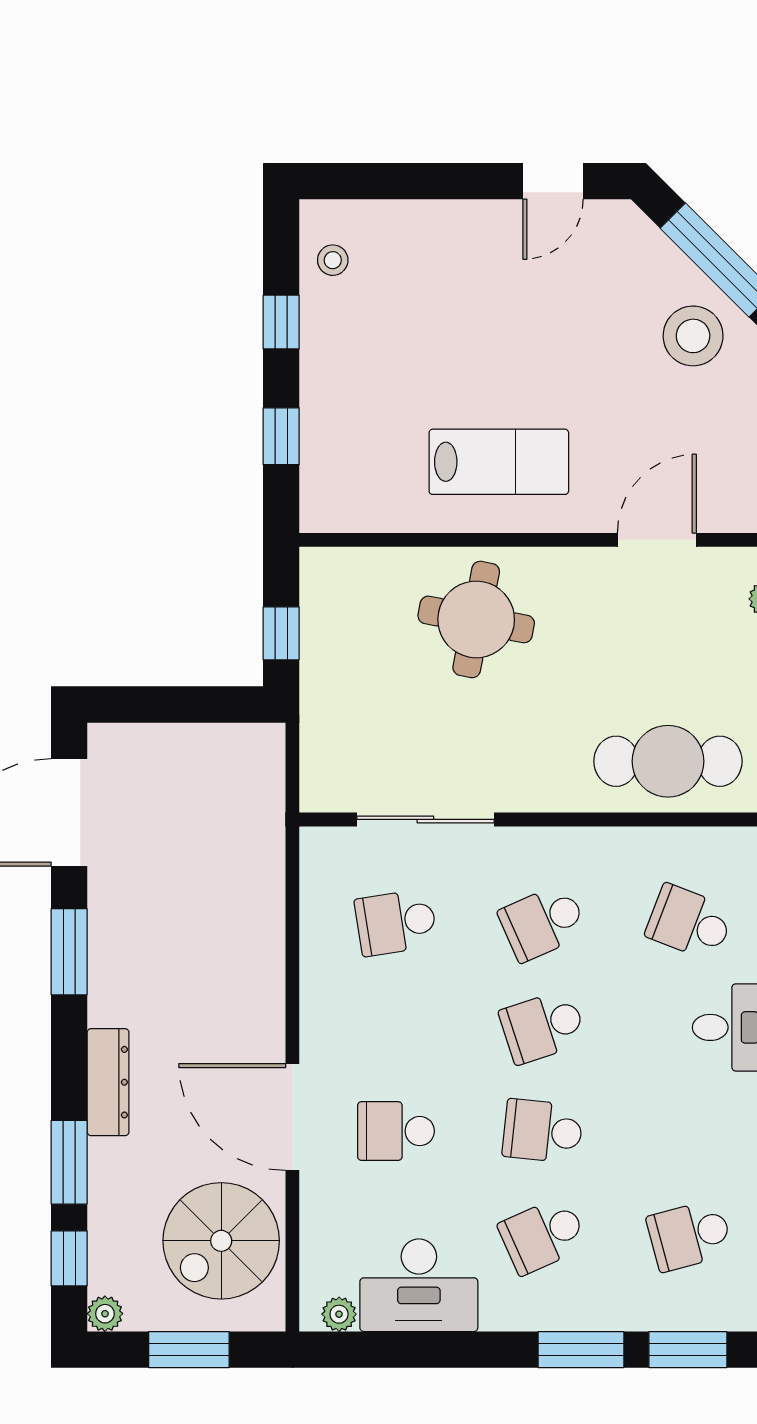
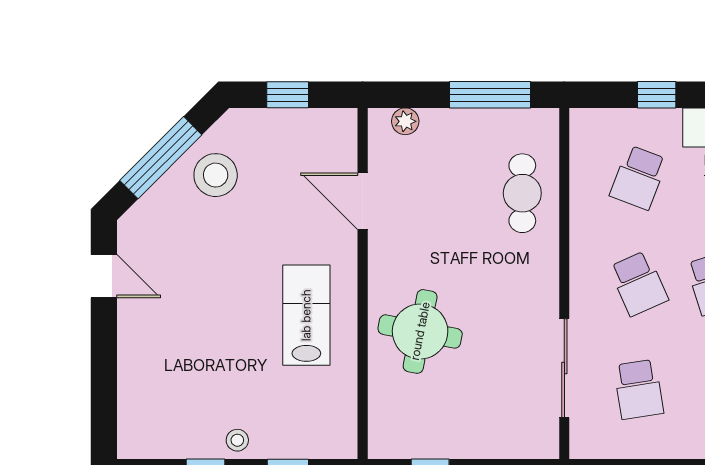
stool: (333, 260) -> (237, 440), moved
cafe table: (668, 761) -> (522, 193), width x0.73, depth x0.74

